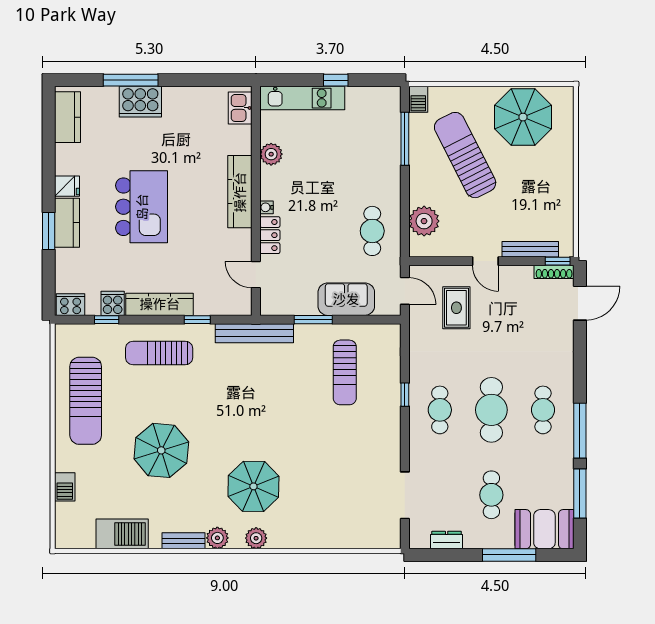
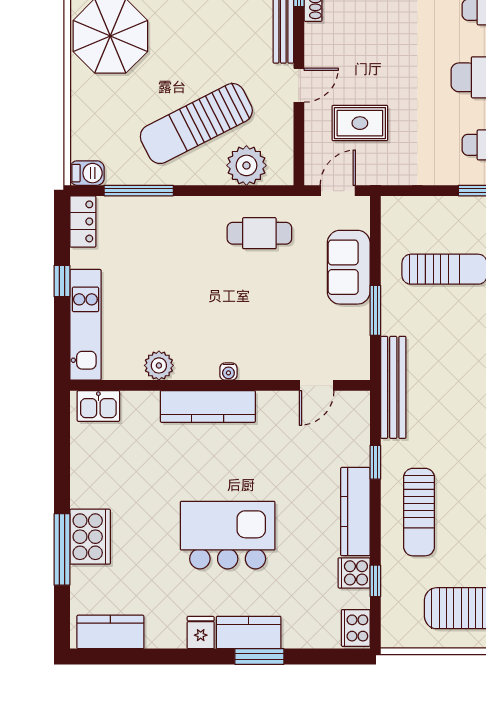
sun lounger: (465, 155) -> (196, 123), moved
locker: (270, 235) -> (83, 221), moved, turned 90

